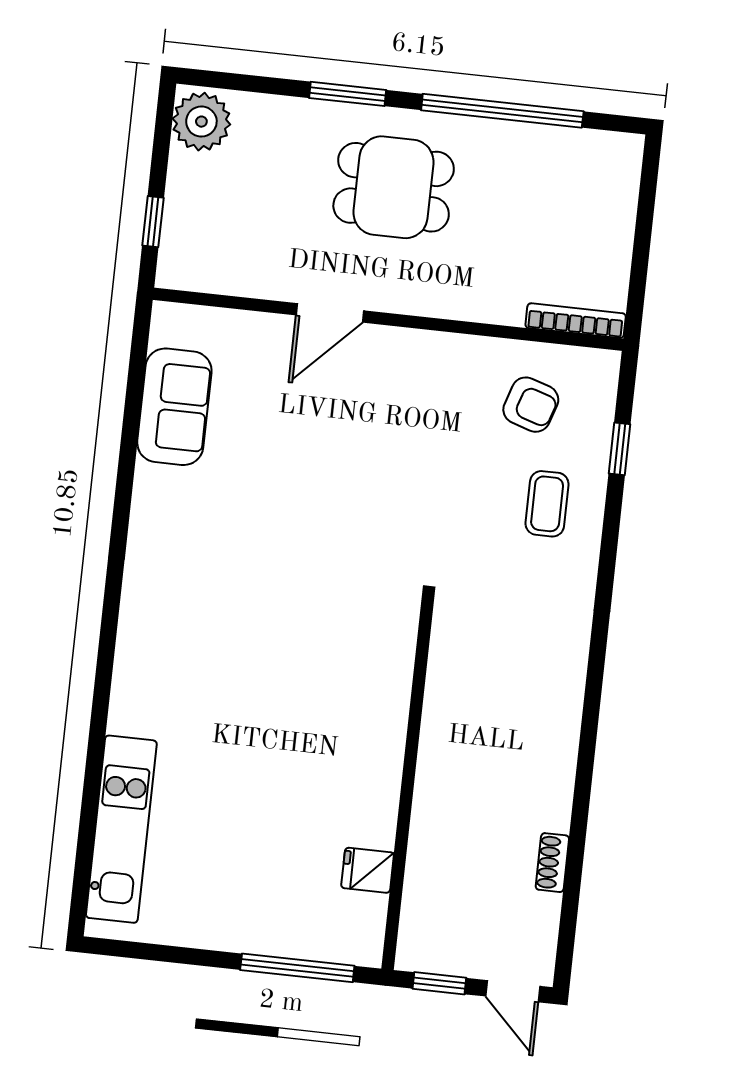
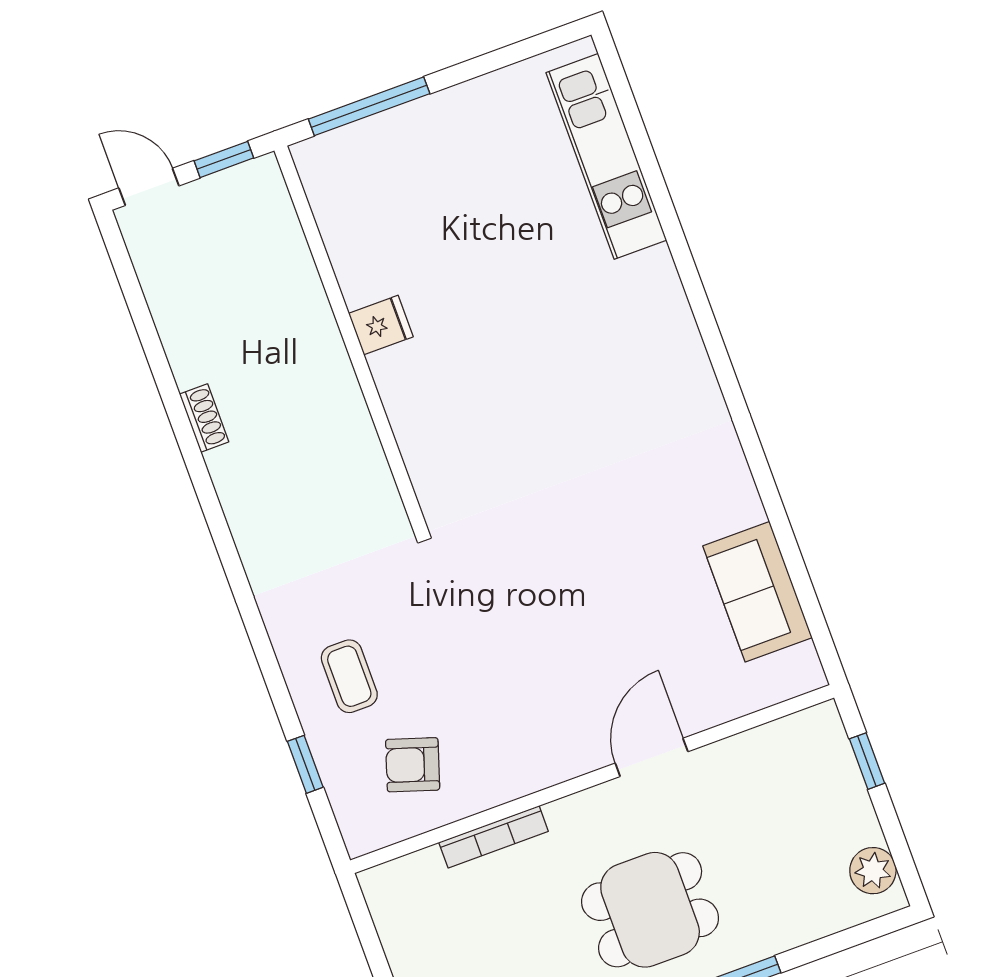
plant: (201, 122) -> (873, 871), width x0.73, depth x0.73
bookcase: (576, 321) -> (494, 837), moved
shoe rack: (552, 863) -> (204, 418), moved
fridge: (368, 870) -> (381, 325), moved

